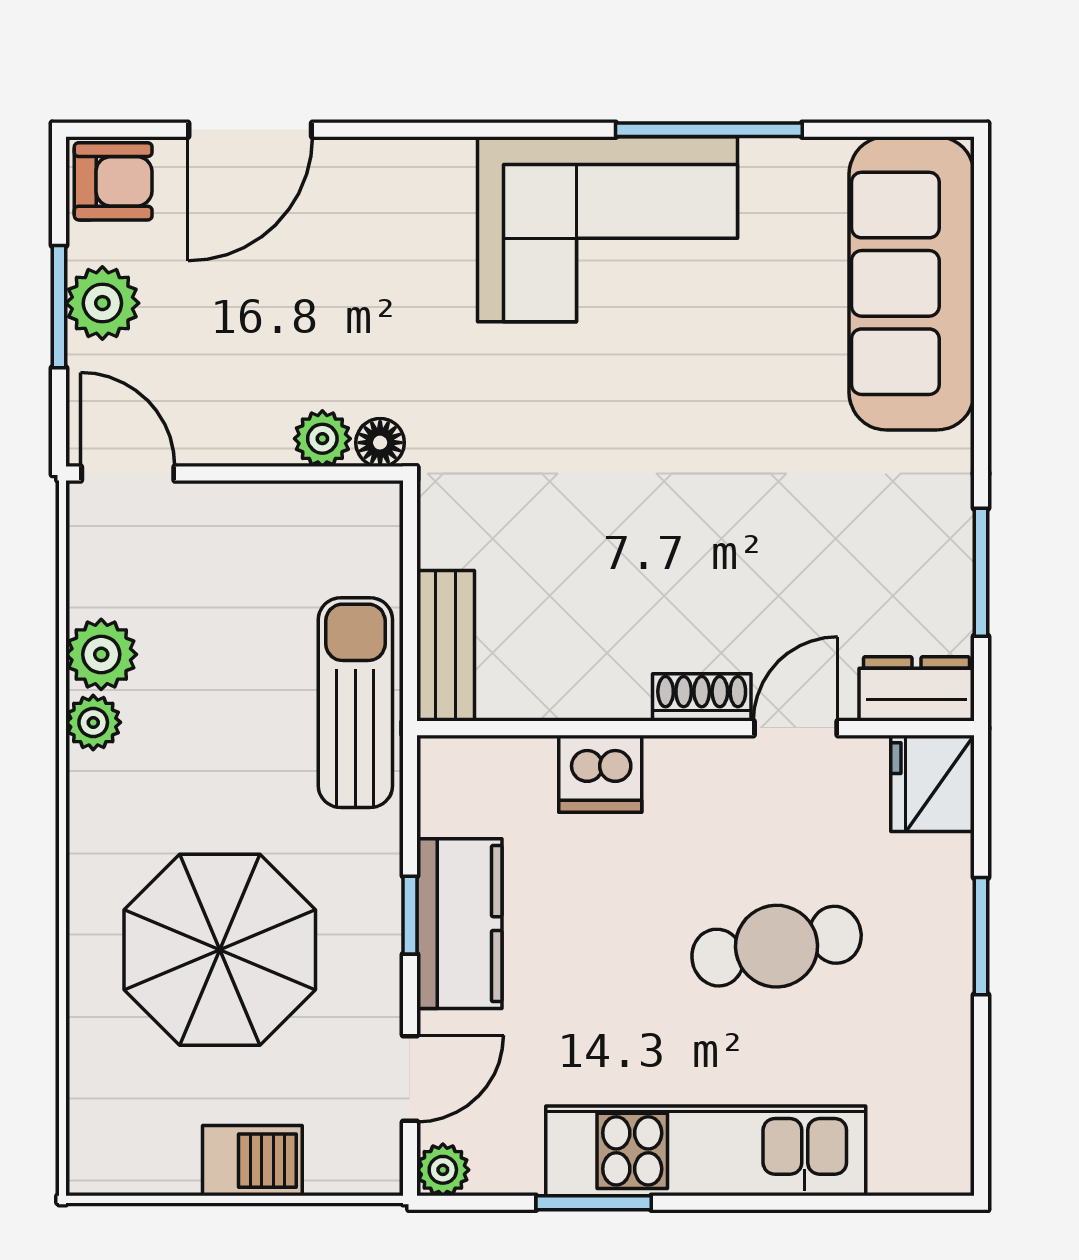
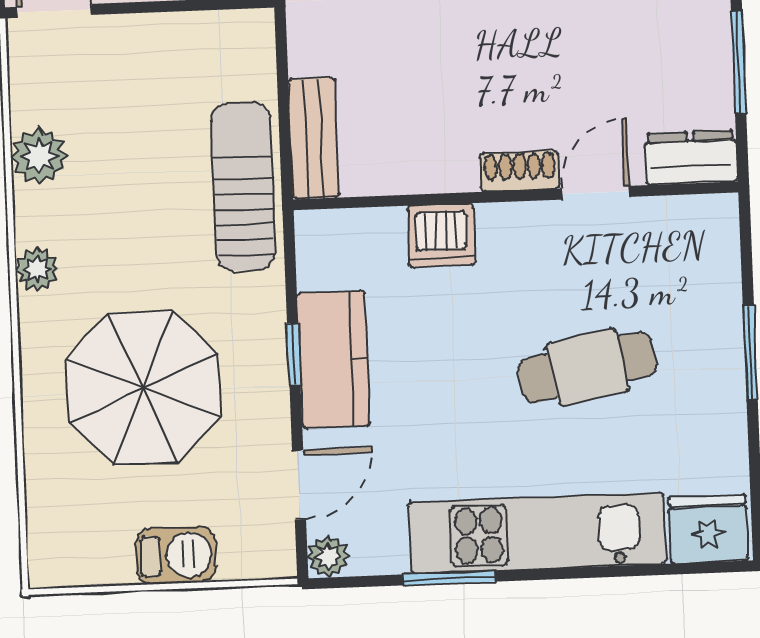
plant: (93, 722) -> (37, 269), moved
fridge: (932, 783) -> (708, 529), moved, turned 90

